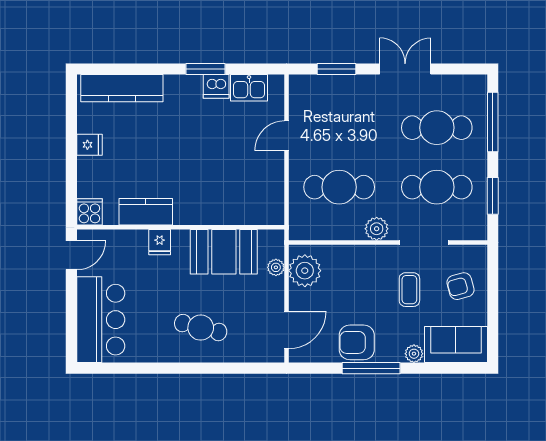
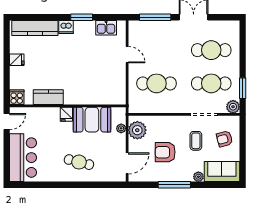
window: (337, 69) -> (155, 17), width x1.44
dishwasher: (216, 86) -> (66, 27), moved
window: (493, 122) -> (243, 47), removed
door: (286, 136) -> (127, 55), swing flipped
plant: (377, 229) -> (233, 107), moved
fridge: (160, 242) -> (66, 114), moved
armchair: (357, 342) -> (165, 152), moved

